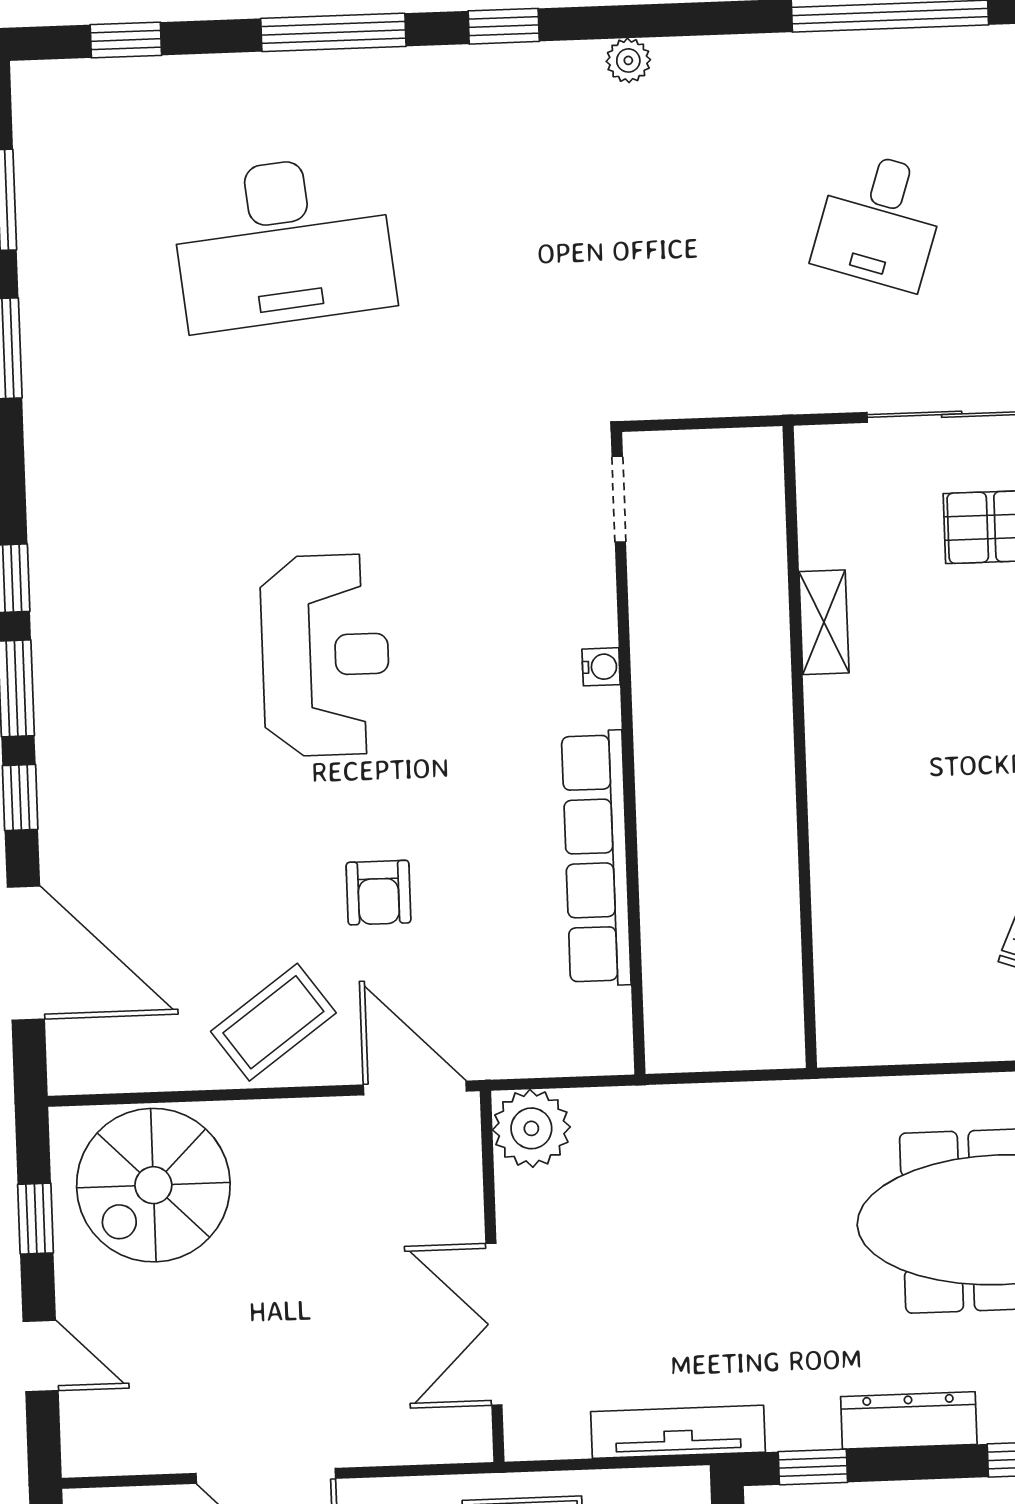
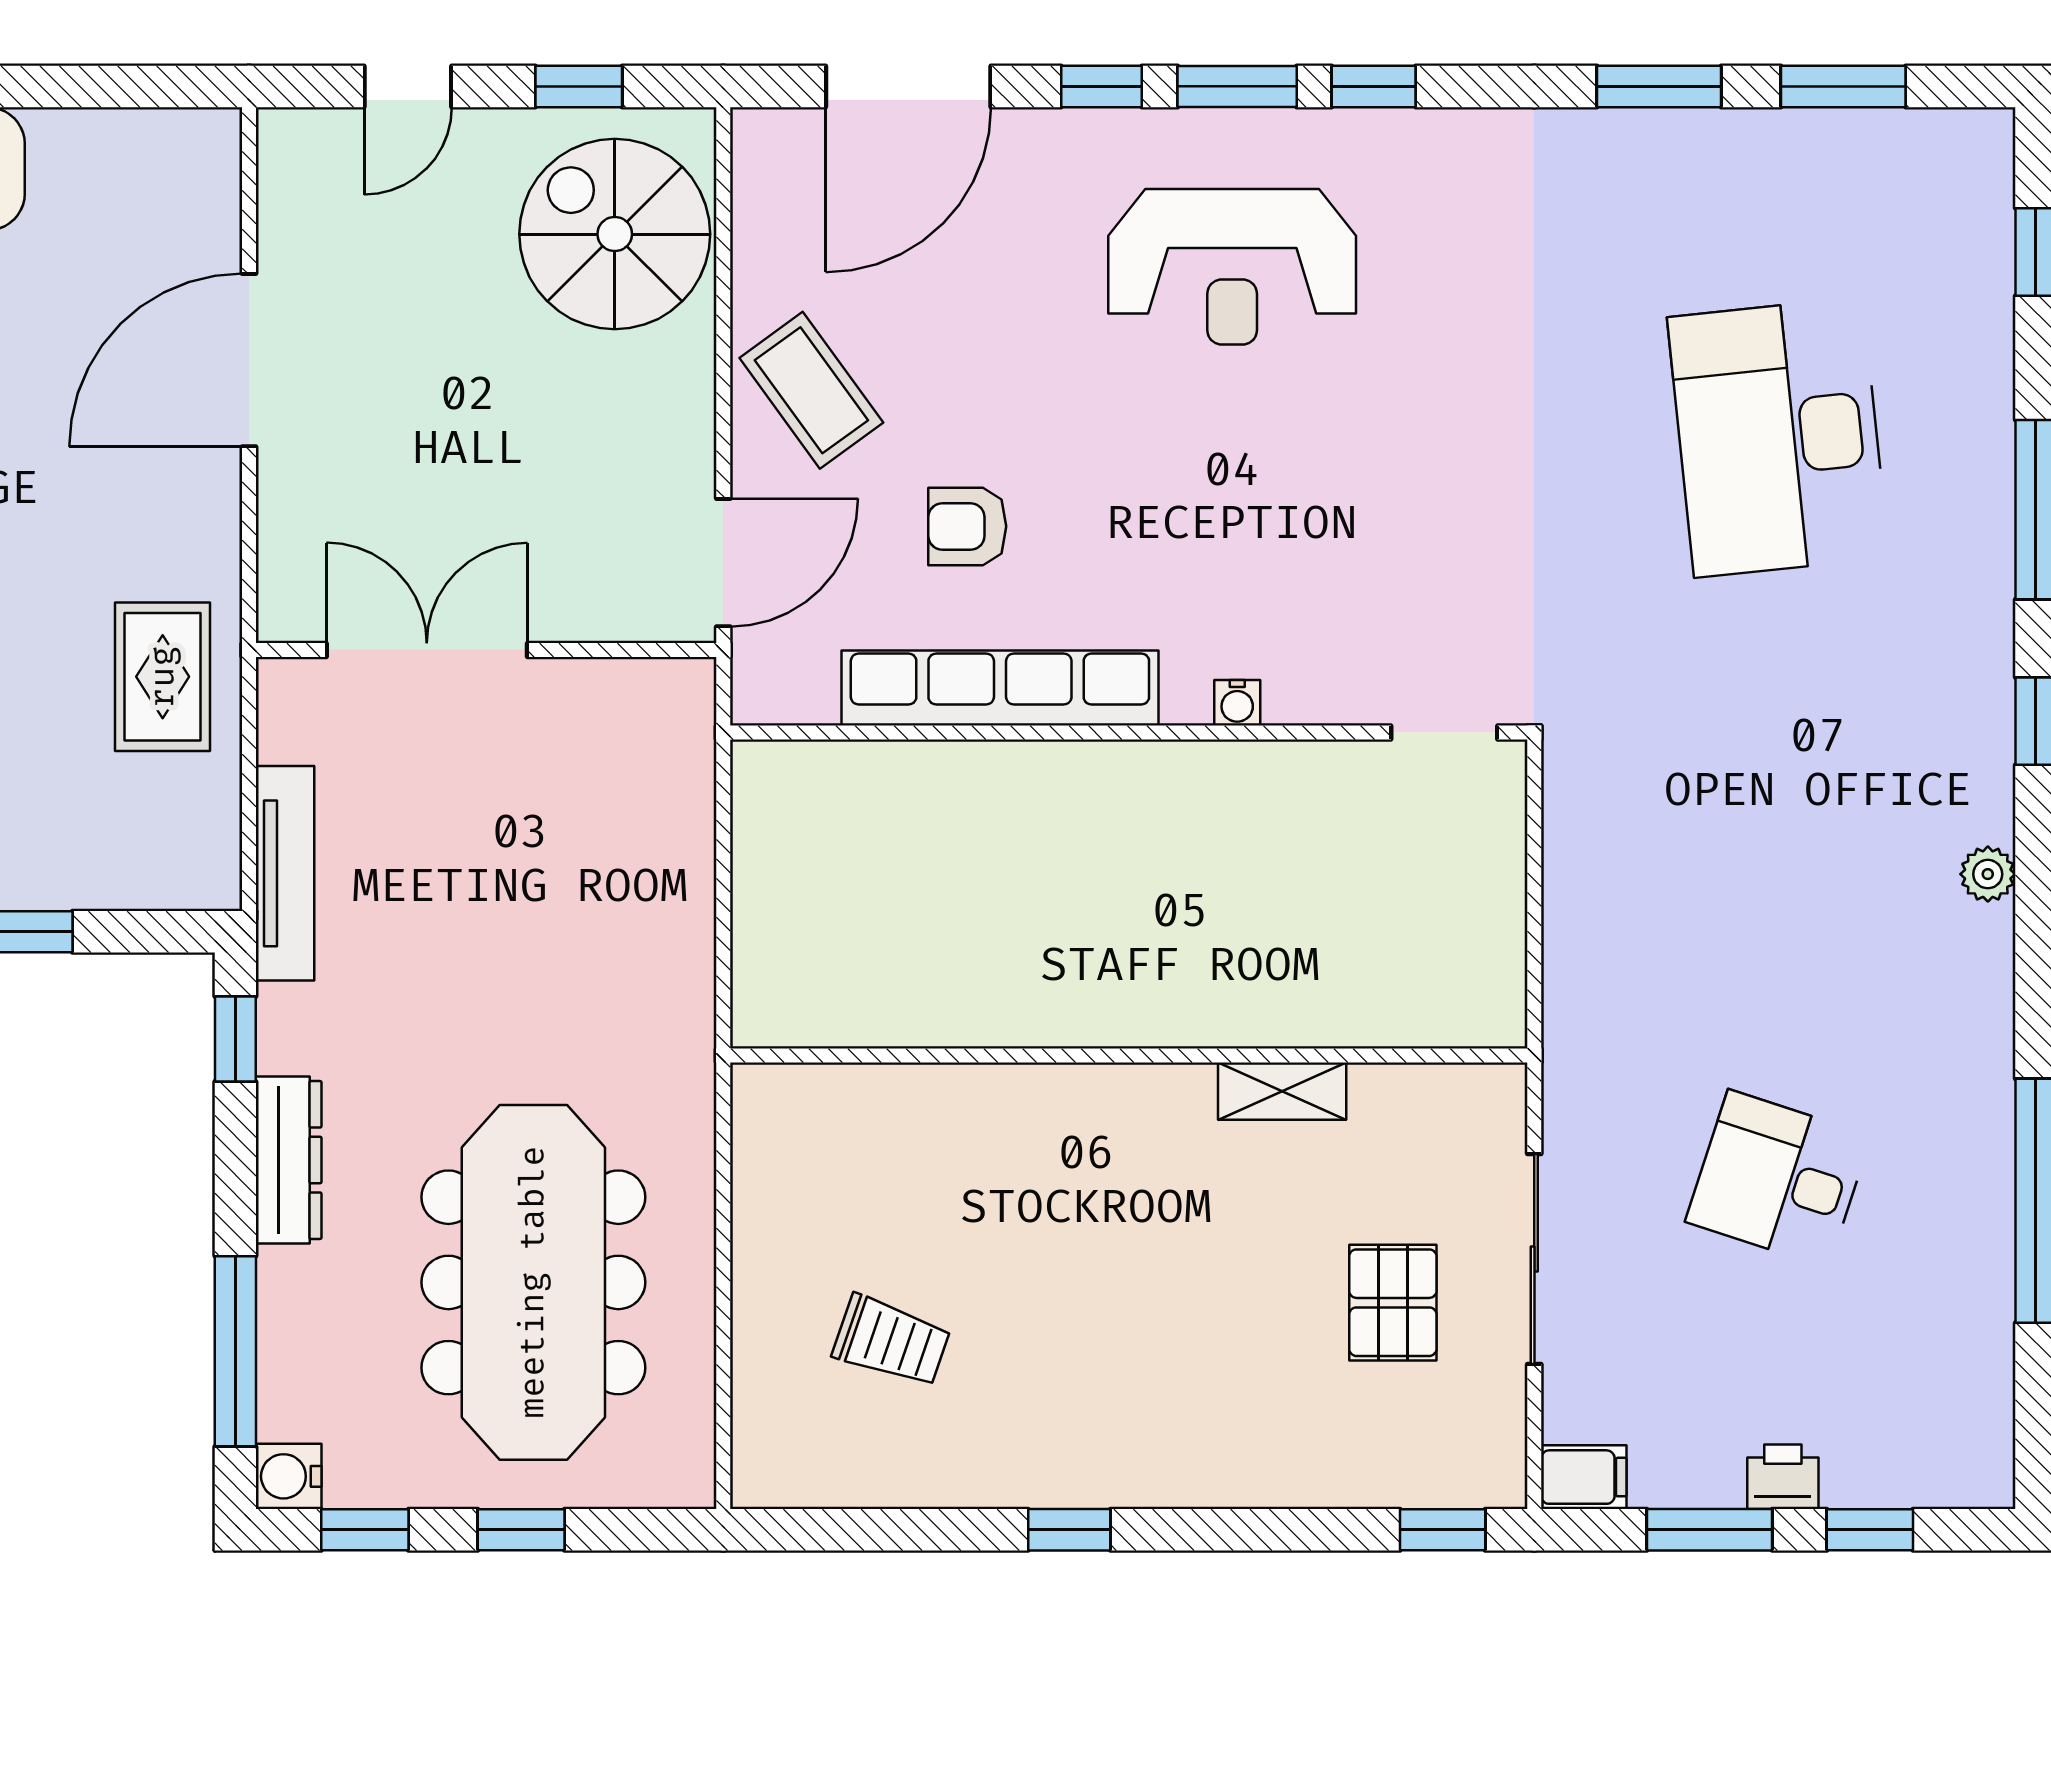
doorway: (619, 499) -> (1444, 732), moved
reception desk: (325, 655) -> (1232, 267), moved
water cooler: (601, 667) -> (1237, 703), moved
wall: (628, 753) -> (1129, 732), moved
row of seats: (596, 858) -> (1000, 688), moved
plant: (531, 1128) -> (668, 705), removed

